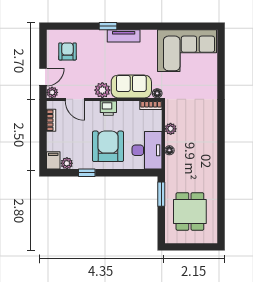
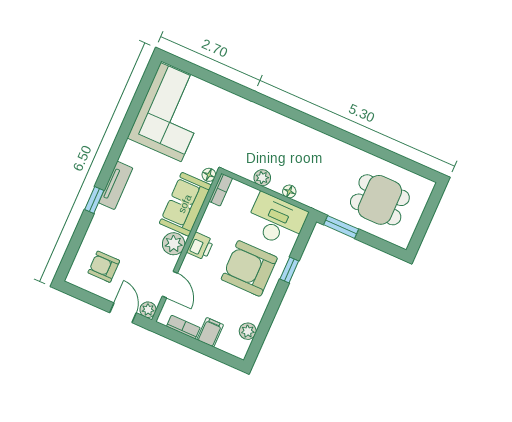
door: (75, 99) -> (170, 285), hinge flipped
filing cabinet: (53, 160) -> (210, 332), moved, turned 90
window: (87, 173) -> (289, 270), moved

